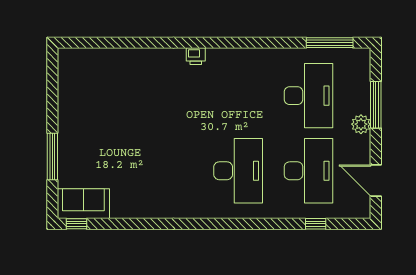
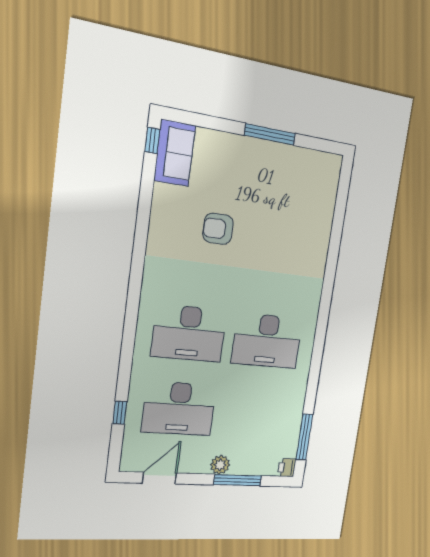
printer: (196, 56) -> (287, 468), moved
desk: (309, 96) -> (267, 341), moved
window: (52, 157) -> (270, 134), moved
armchair: (142, 157) -> (218, 229), added

